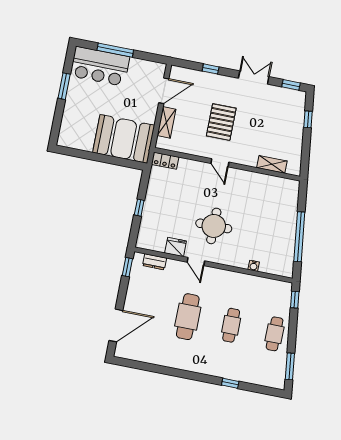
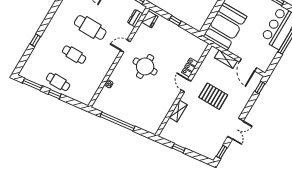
window: (211, 69) -> (260, 88), moved
window: (308, 119) -> (179, 148), moved
locker: (165, 161) -> (190, 67), moved
door: (220, 163) -> (186, 86), hinge flipped
shelving: (272, 164) -> (178, 111), moved
fridge: (176, 247) -> (150, 19), moved
window: (295, 300) -> (55, 94), moved

